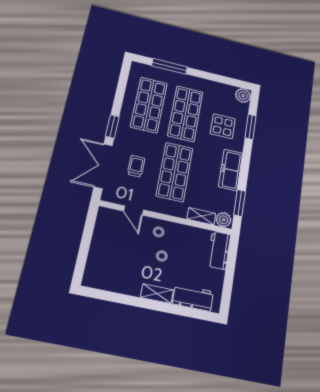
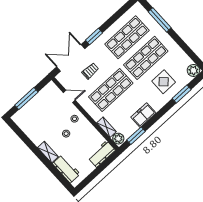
freezer: (231, 170) -> (143, 115), width x0.71
door: (134, 211) -> (69, 96), swing flipped
window: (84, 248) -> (26, 99), added

